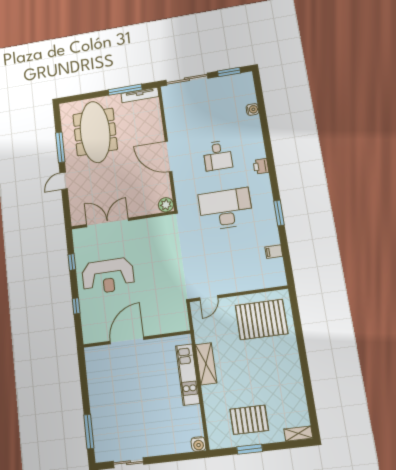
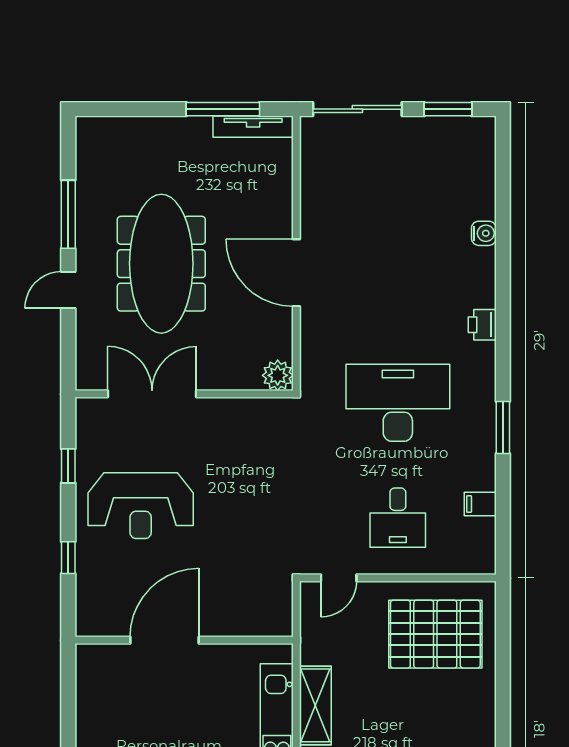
water cooler: (252, 109) -> (484, 233), moved
meeting table: (95, 132) -> (161, 264), moved
desk: (218, 156) -> (398, 518), moved

